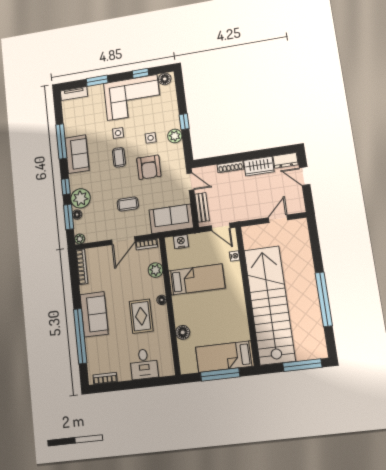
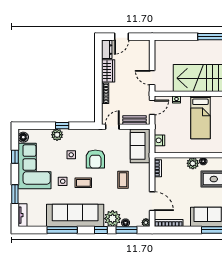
plant: (175, 136) -> (57, 135), moved
sofa: (77, 154) -> (75, 215), width x1.85, depth x1.27
armchair: (149, 167) -> (95, 159), turned 90
door: (278, 219) -> (152, 78), moved
door: (123, 241) -> (152, 201), moved
plant: (156, 270) -> (193, 163), moved
bed: (197, 279) -> (200, 117), moved, turned 180

